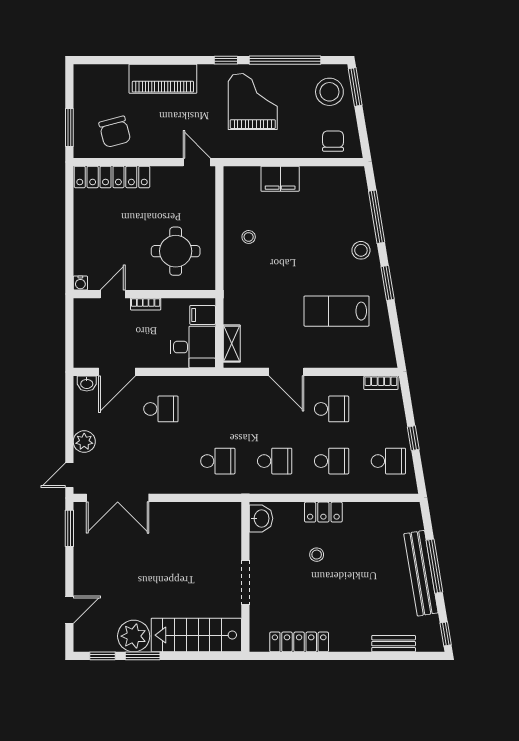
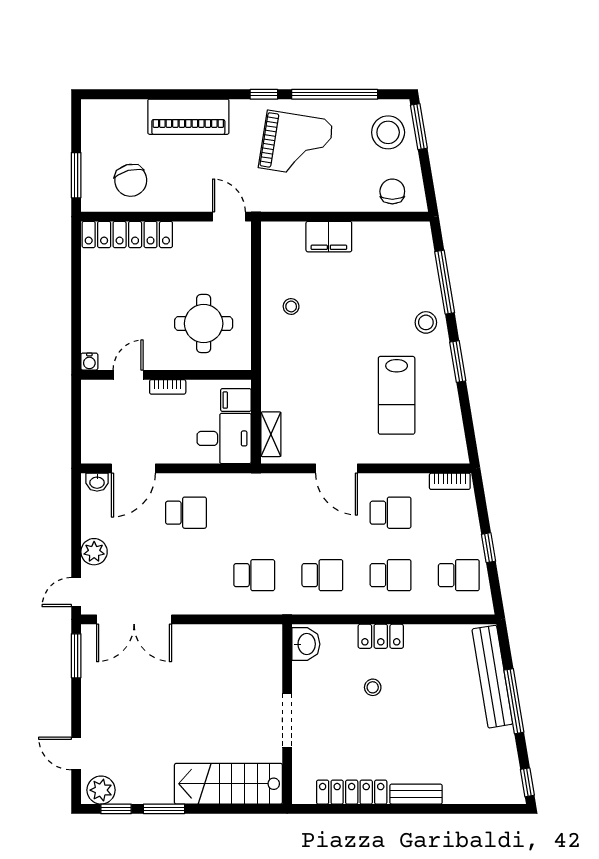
grand piano: (253, 102) -> (296, 144), turned 99
lab bench: (337, 311) -> (397, 395), turned -90
bench: (421, 573) -> (492, 677), moved
door: (69, 610) -> (76, 753), swing flipped
plant: (134, 636) -> (101, 790), moved, width x0.73, depth x0.73
bench: (394, 644) -> (416, 794), moved

